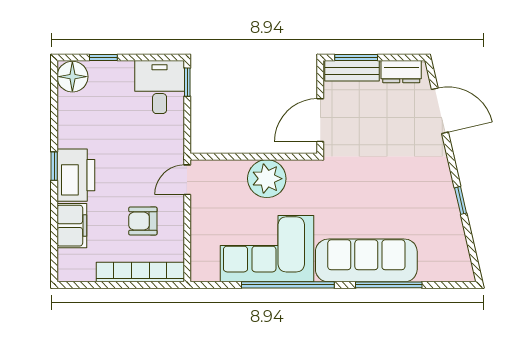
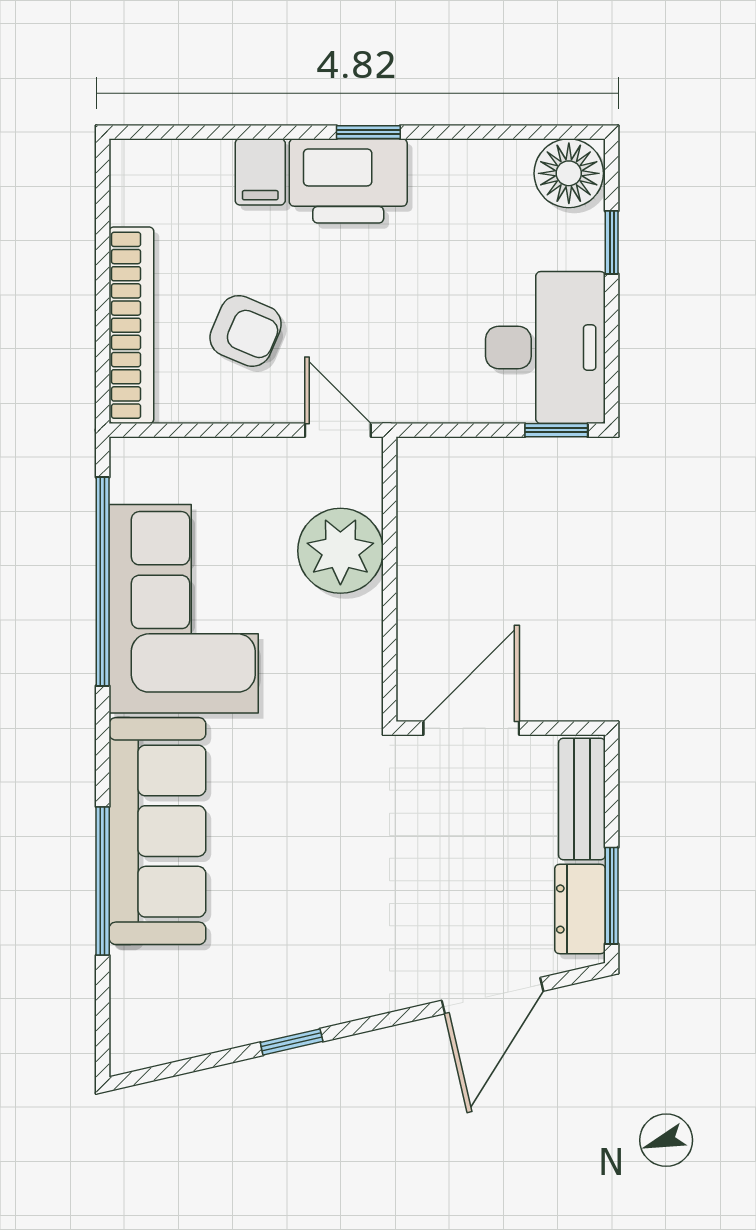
window: (356, 57) -> (612, 896), moved
desk: (160, 87) -> (545, 348), width x1.37
door: (320, 120) -> (471, 728), hinge flipped
plant: (267, 179) -> (340, 551), moved
armchair: (143, 221) -> (246, 331), turned 113
filing cabinet: (72, 226) -> (260, 172), width x0.50
window: (288, 285) -> (103, 581), moved

